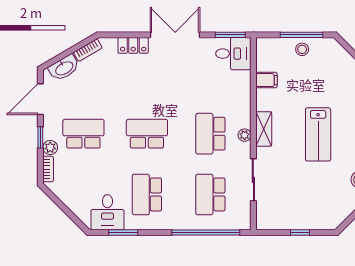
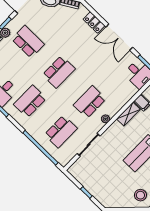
double door: (175, 35) -> (119, 37), swing flipped
shelving: (264, 129) -> (128, 114), moved
school desk: (147, 134) -> (59, 72), turned 90
school desk: (210, 194) -> (61, 131), turned 180

